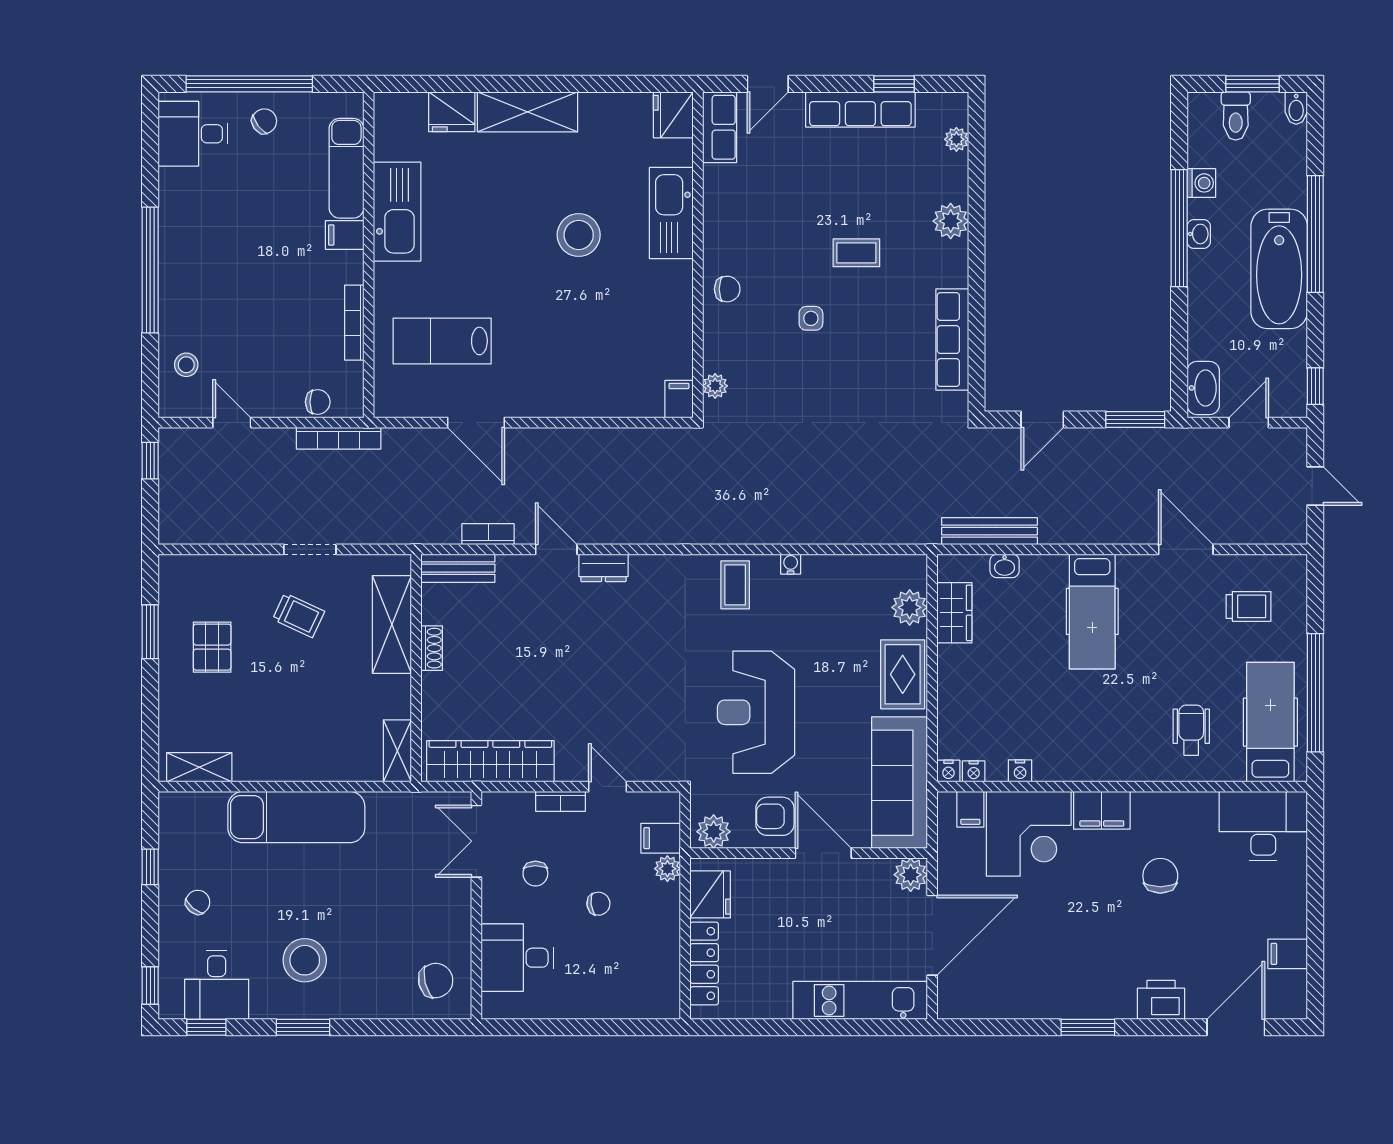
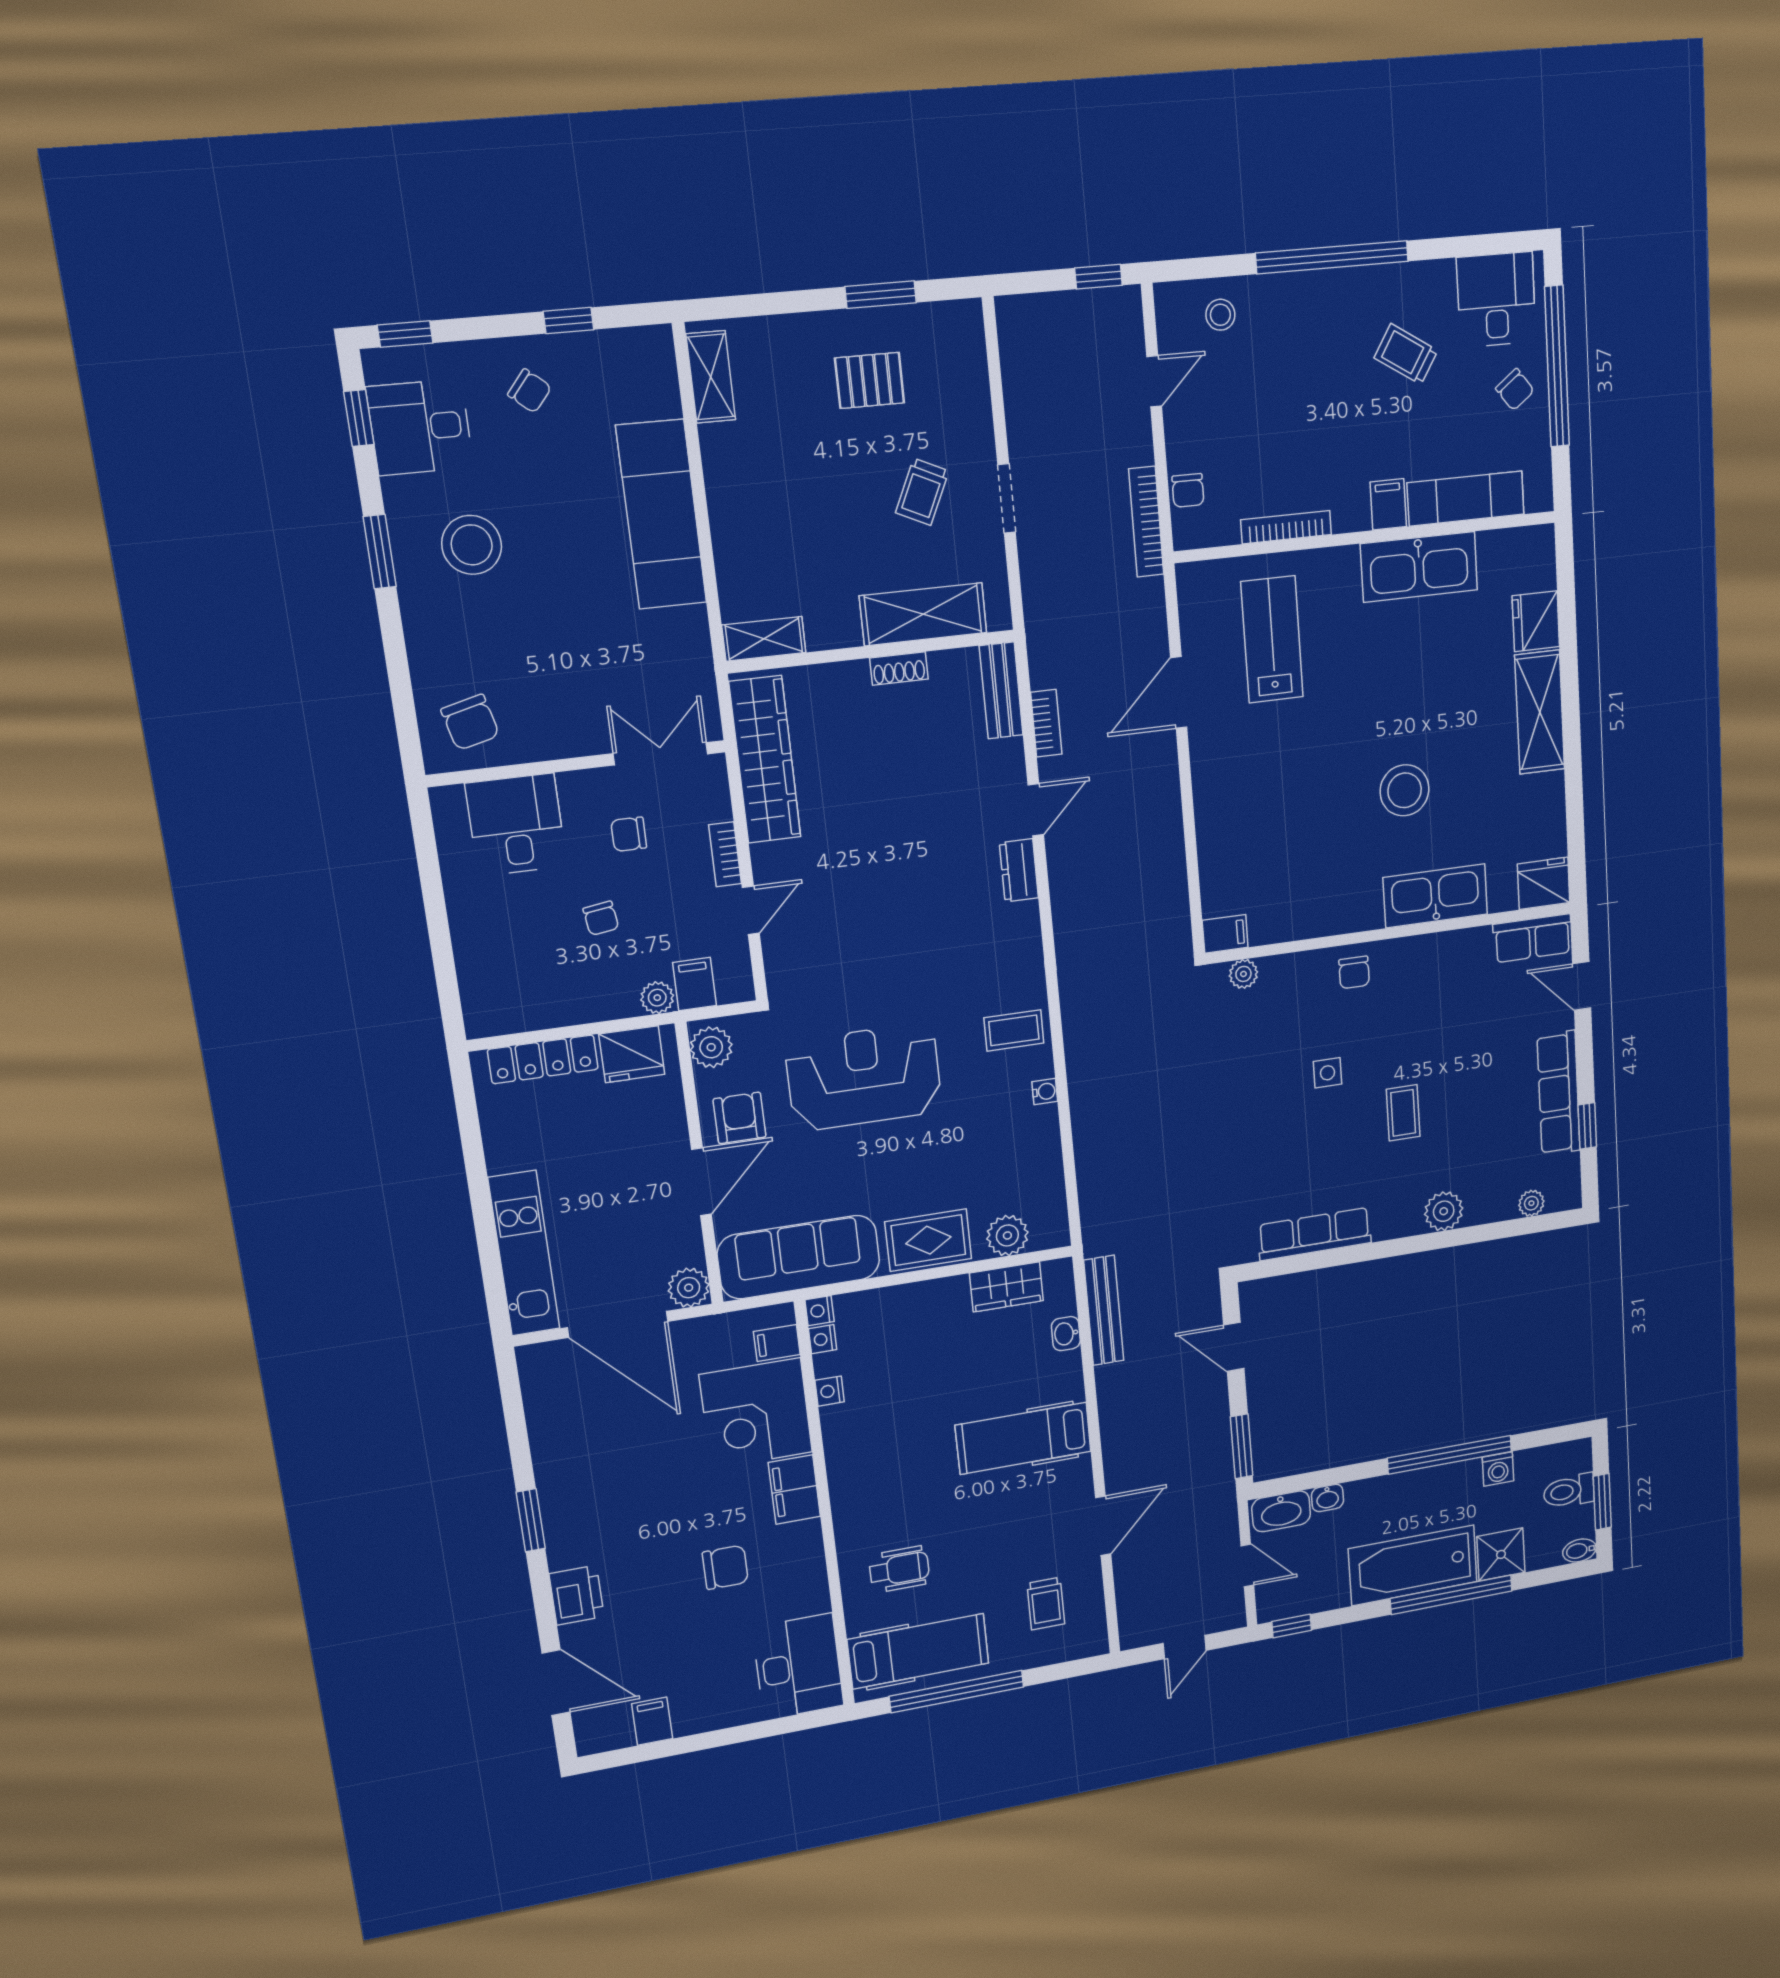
shower: (1285, 184) -> (1501, 1554), added
trolley: (229, 213) -> (1406, 354), added
washbasin: (1199, 234) -> (1328, 1498), moved

